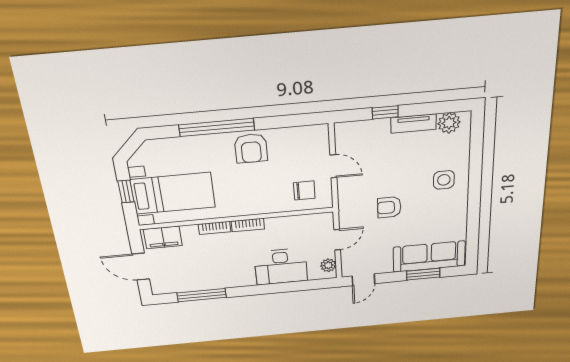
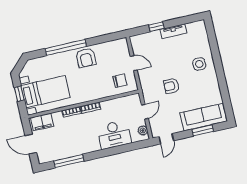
plant: (449, 123) -> (193, 28), removed

